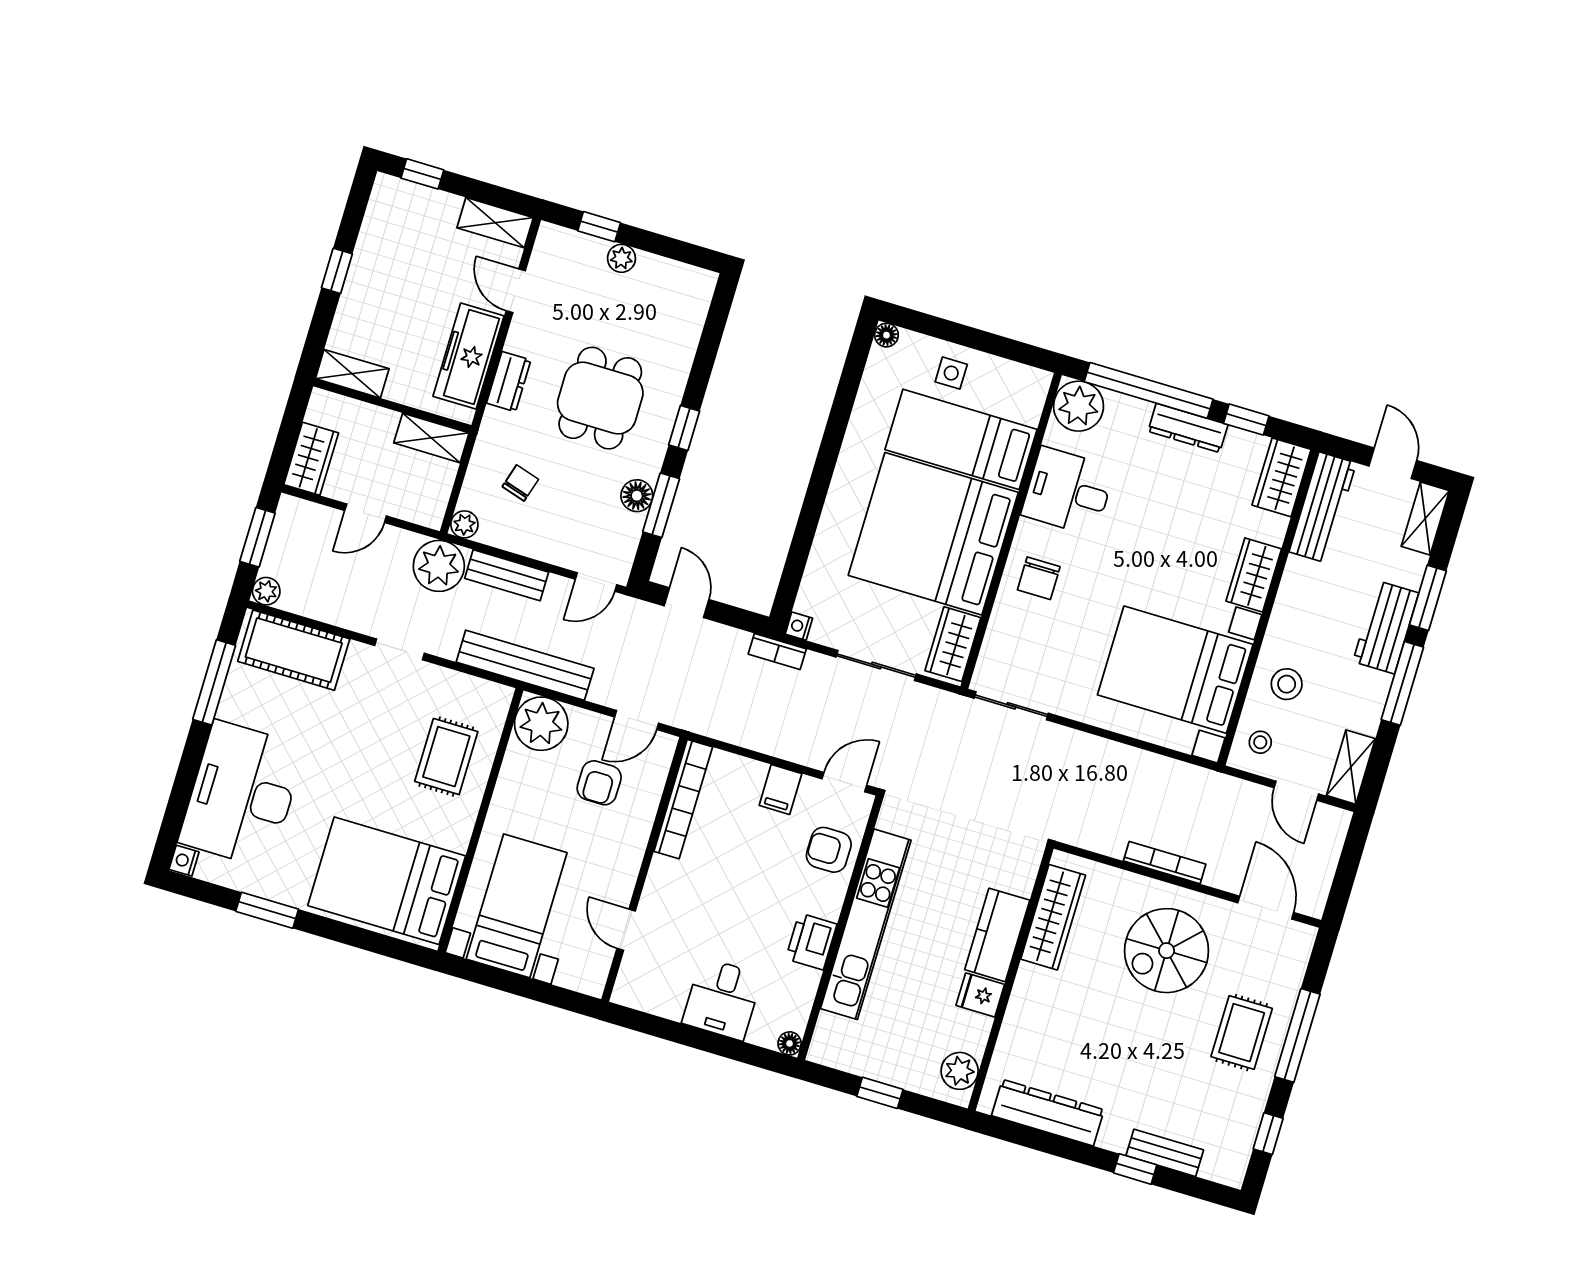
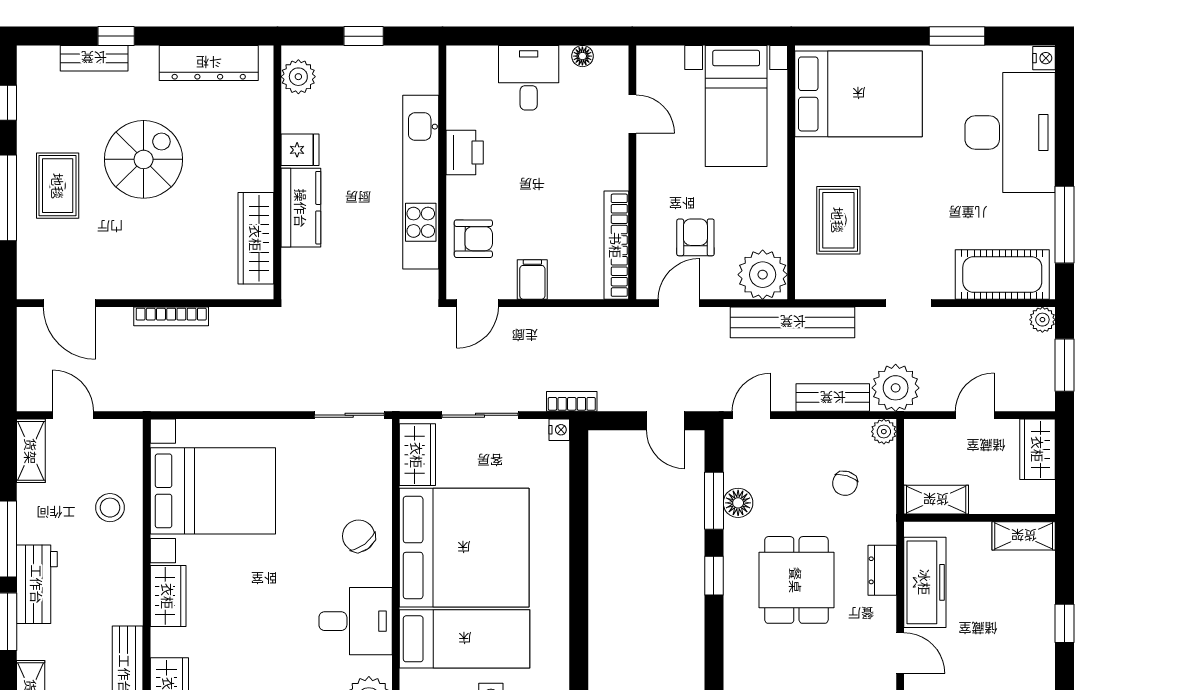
chair: (1039, 578) -> (359, 536), turned -37
stool: (1260, 742) -> (118, 449), removed
spiral stairs: (1167, 951) -> (144, 159), moved
floor lamp: (790, 1043) -> (582, 56), moved

